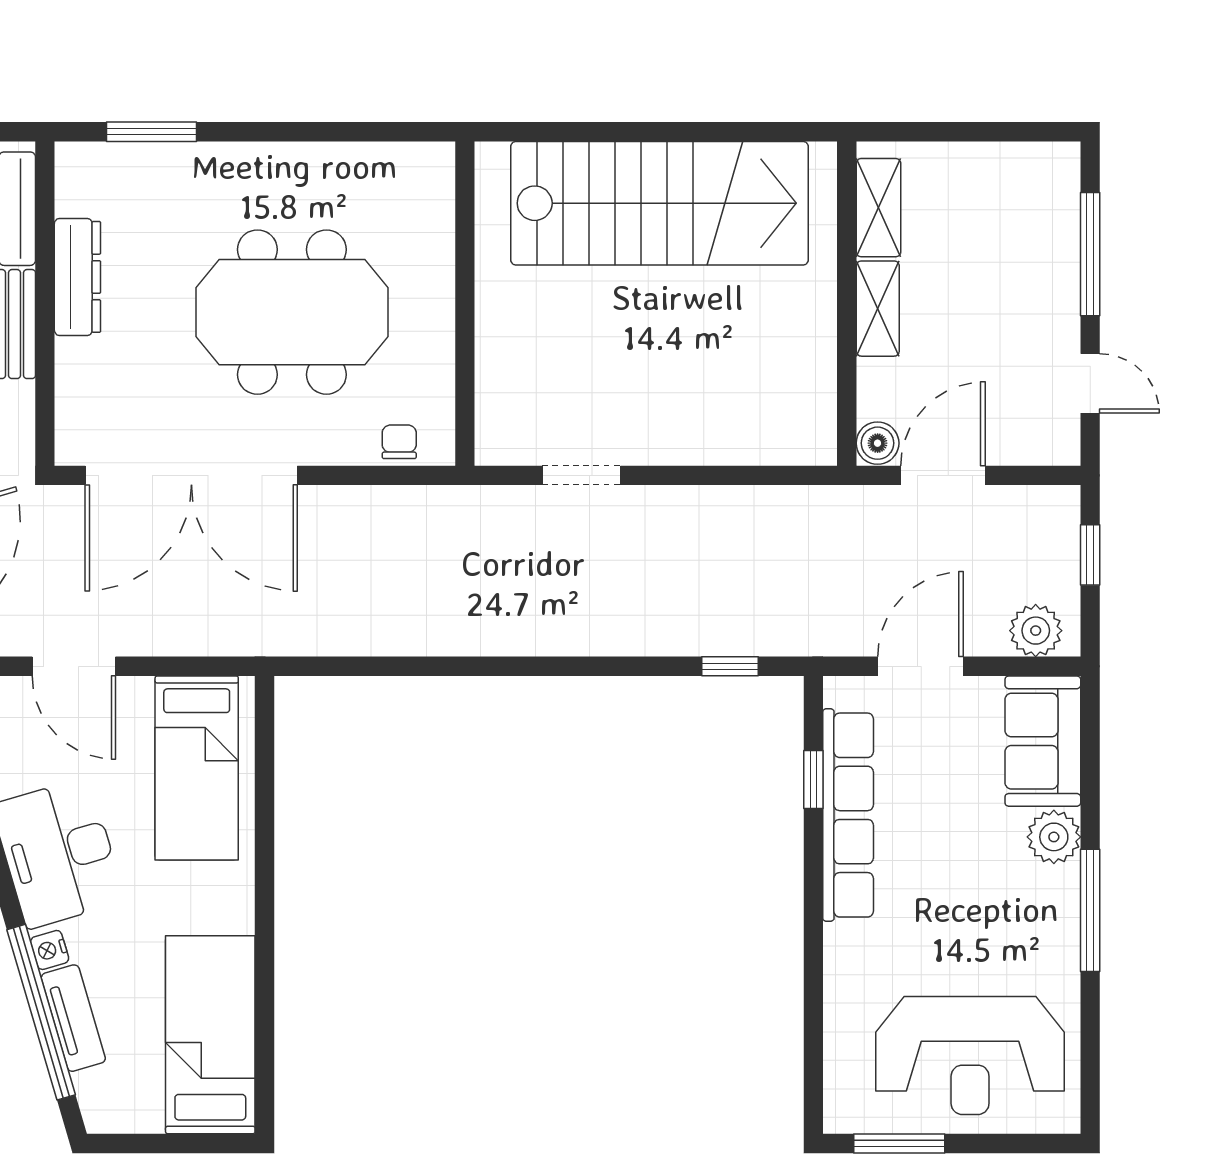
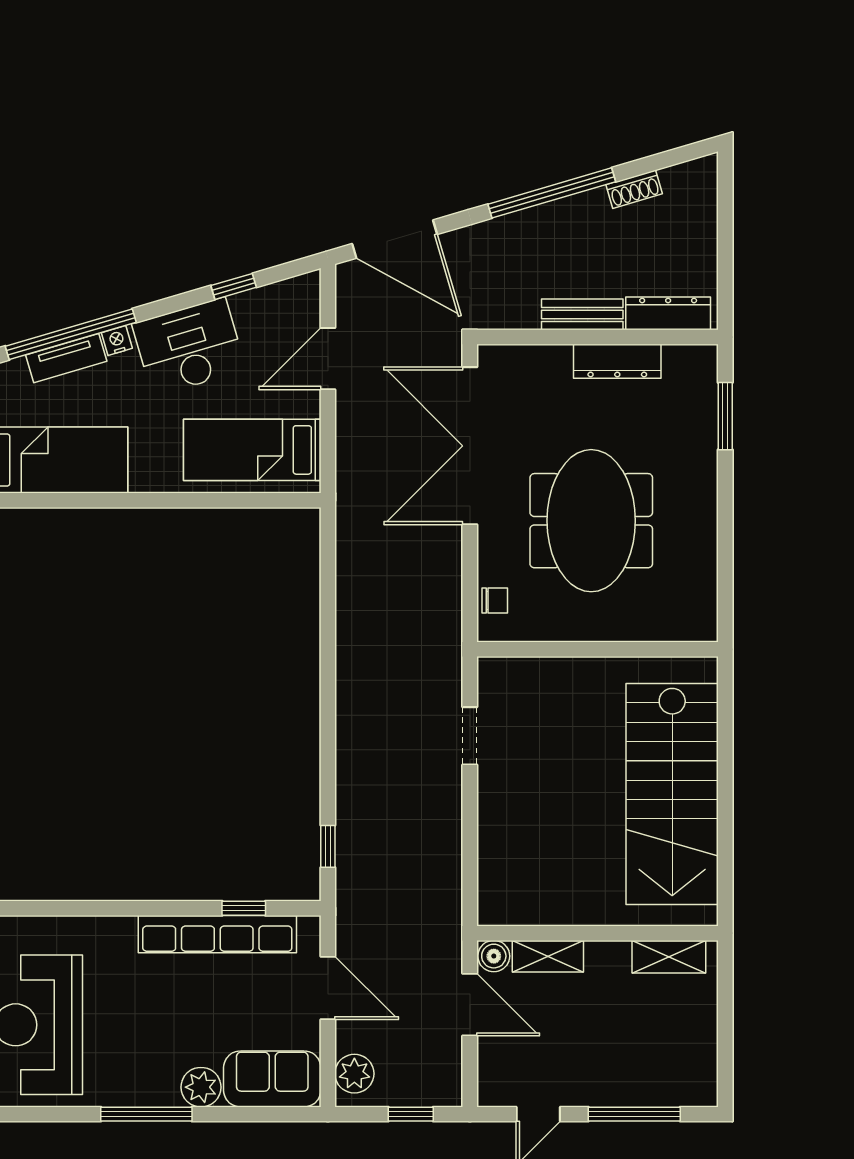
shelving: (878, 309) -> (548, 956), moved

